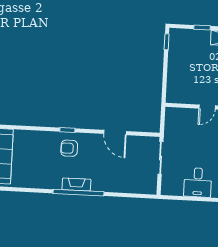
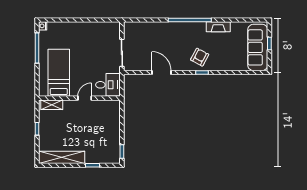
armchair: (69, 148) -> (200, 57), turned -62
desk: (198, 182) -> (108, 85), moved, turned 90
fireplace: (76, 185) -> (218, 27), moved

